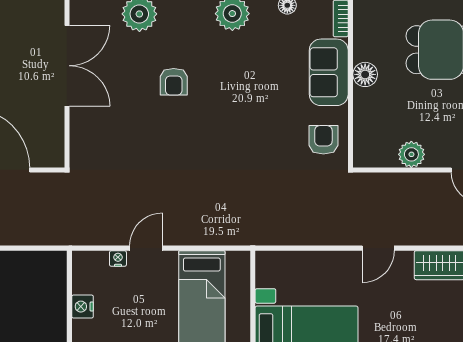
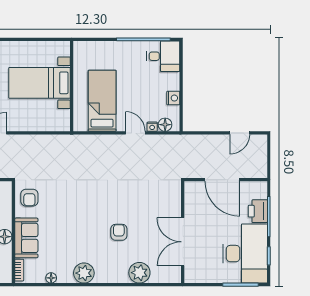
door: (146, 248) -> (135, 133), swing flipped
floor lamp: (96, 262) -> (165, 125), added

